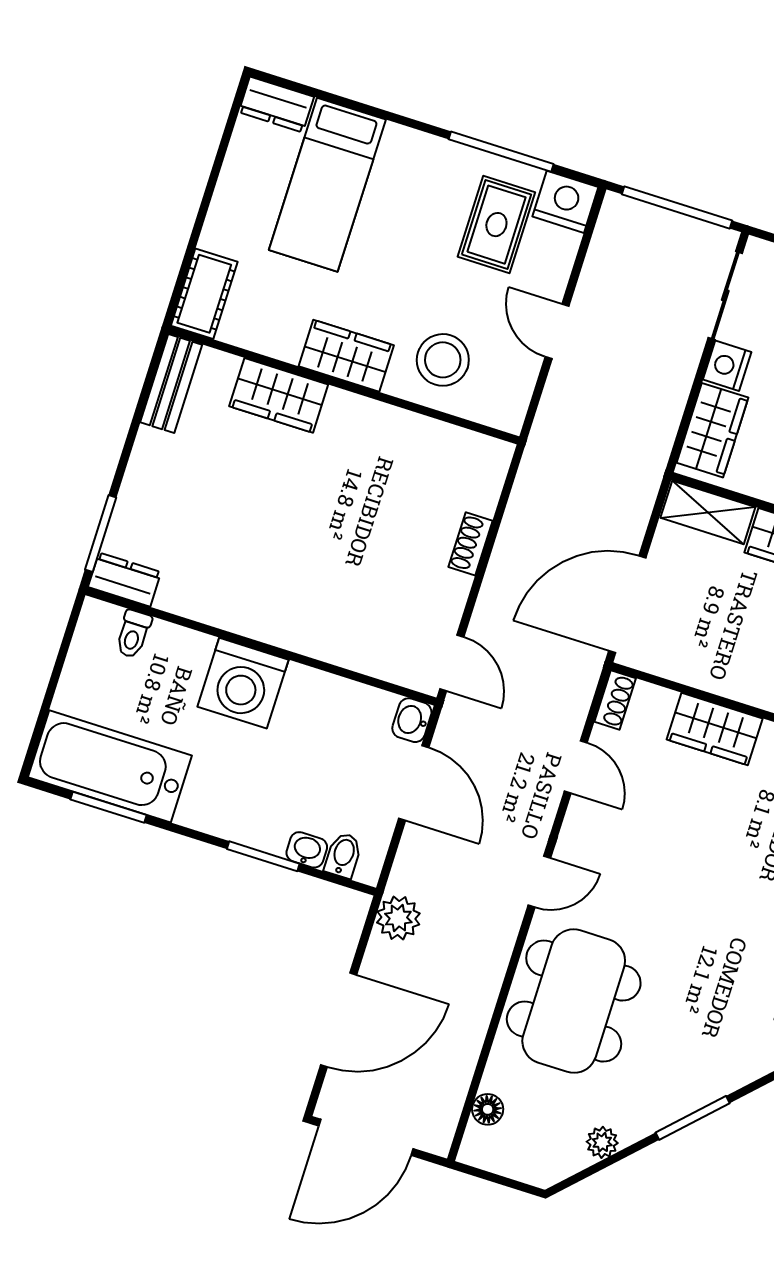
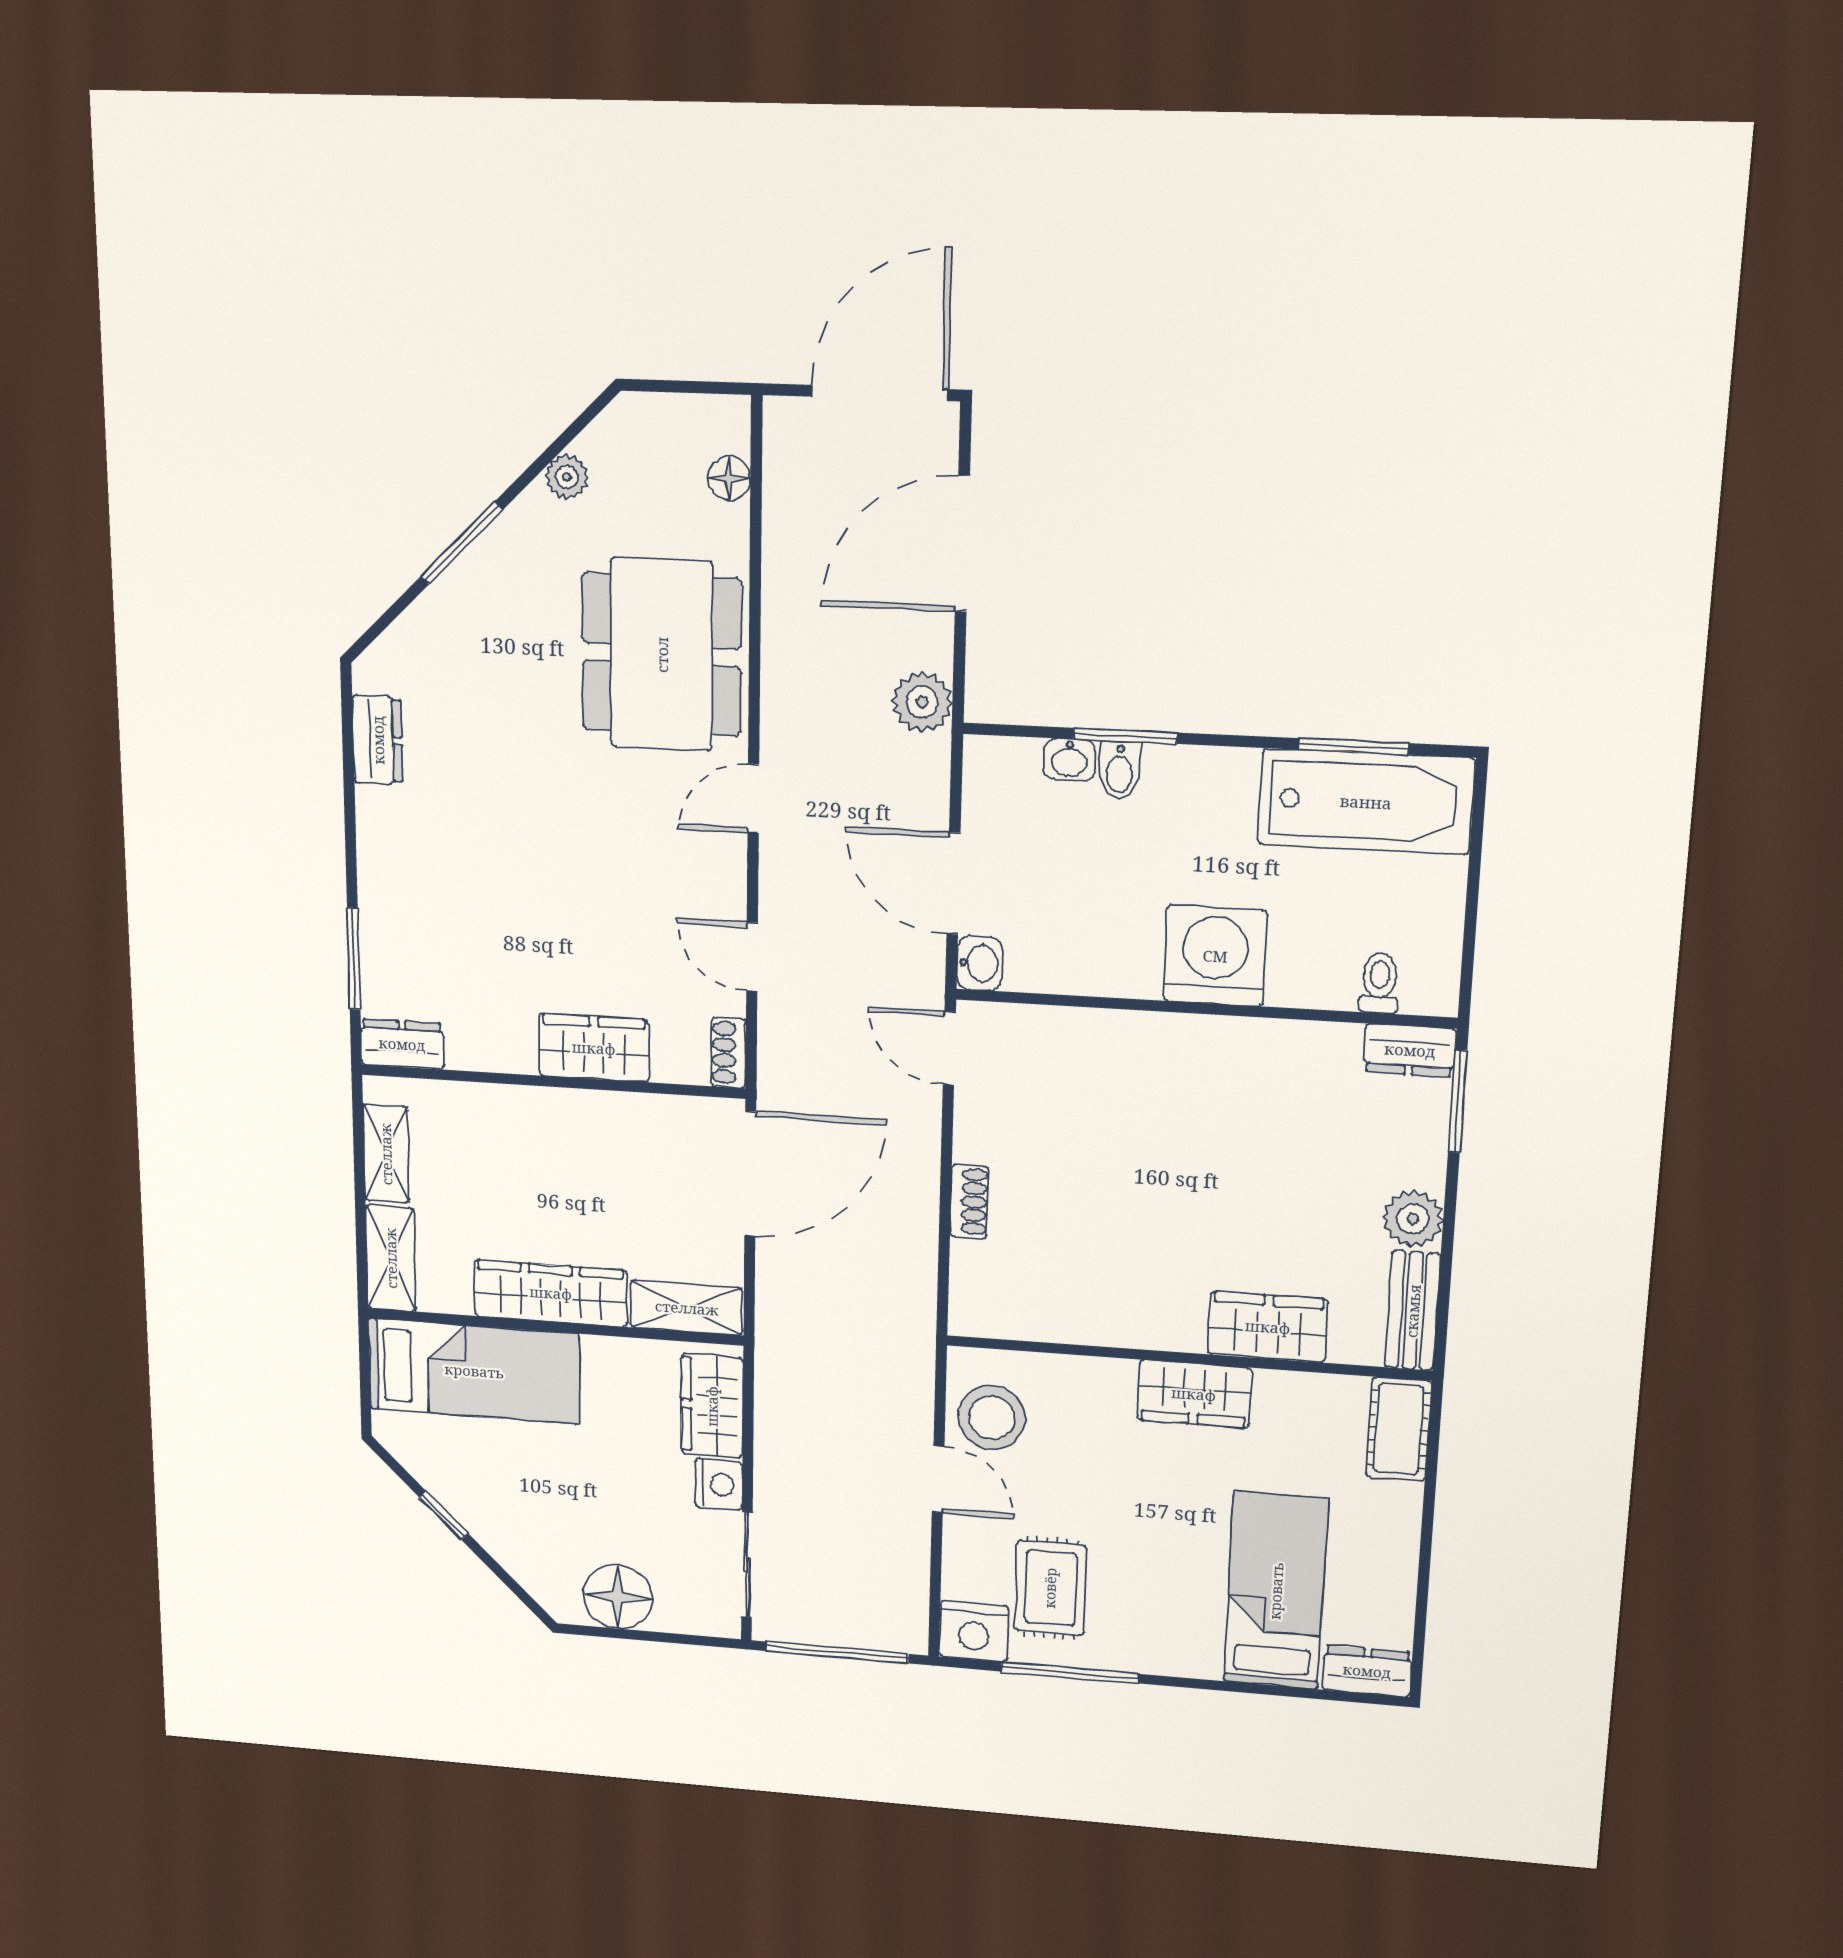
stool: (443, 360) -> (992, 1418), moved
plant: (154, 453) -> (1413, 1219), added
bidet: (343, 855) -> (1120, 770), moved

